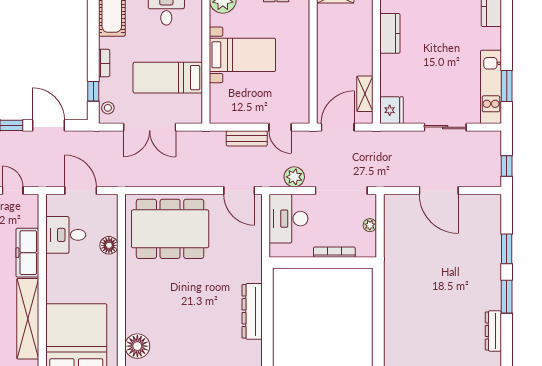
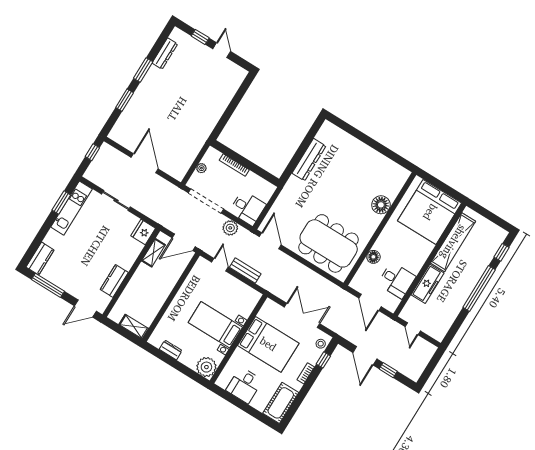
bed: (168, 78) -> (268, 344), width x1.50
desk: (288, 219) -> (247, 208), width x0.73
floor lamp: (137, 346) -> (381, 205), moved

